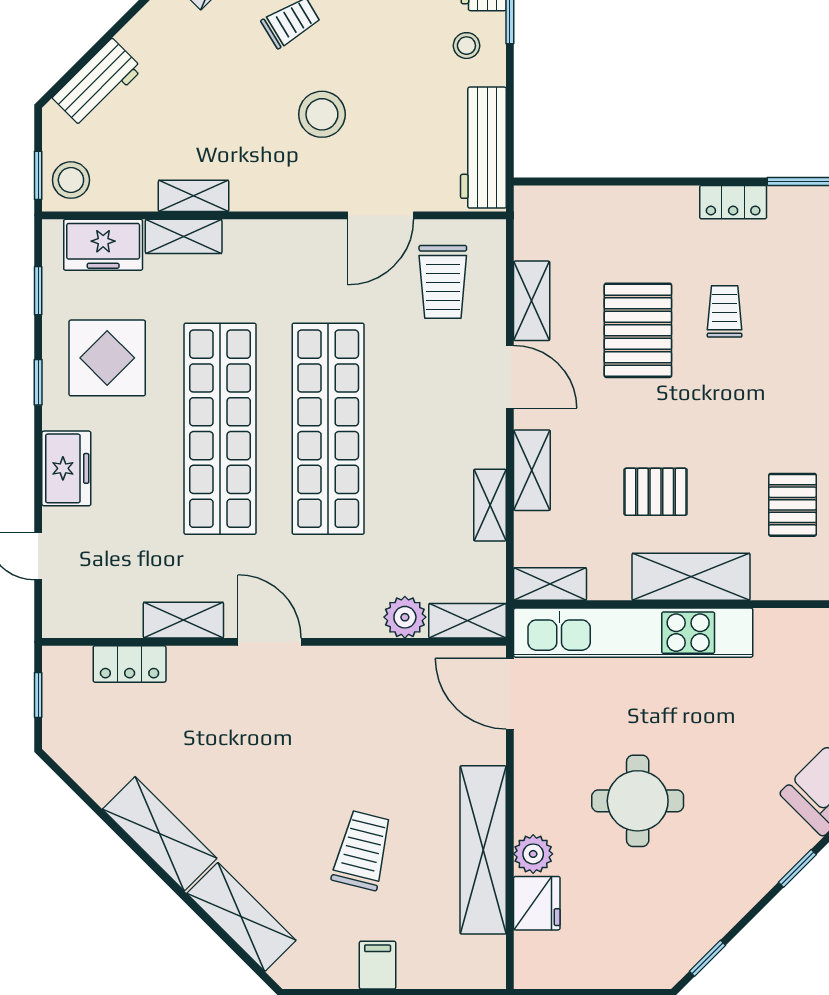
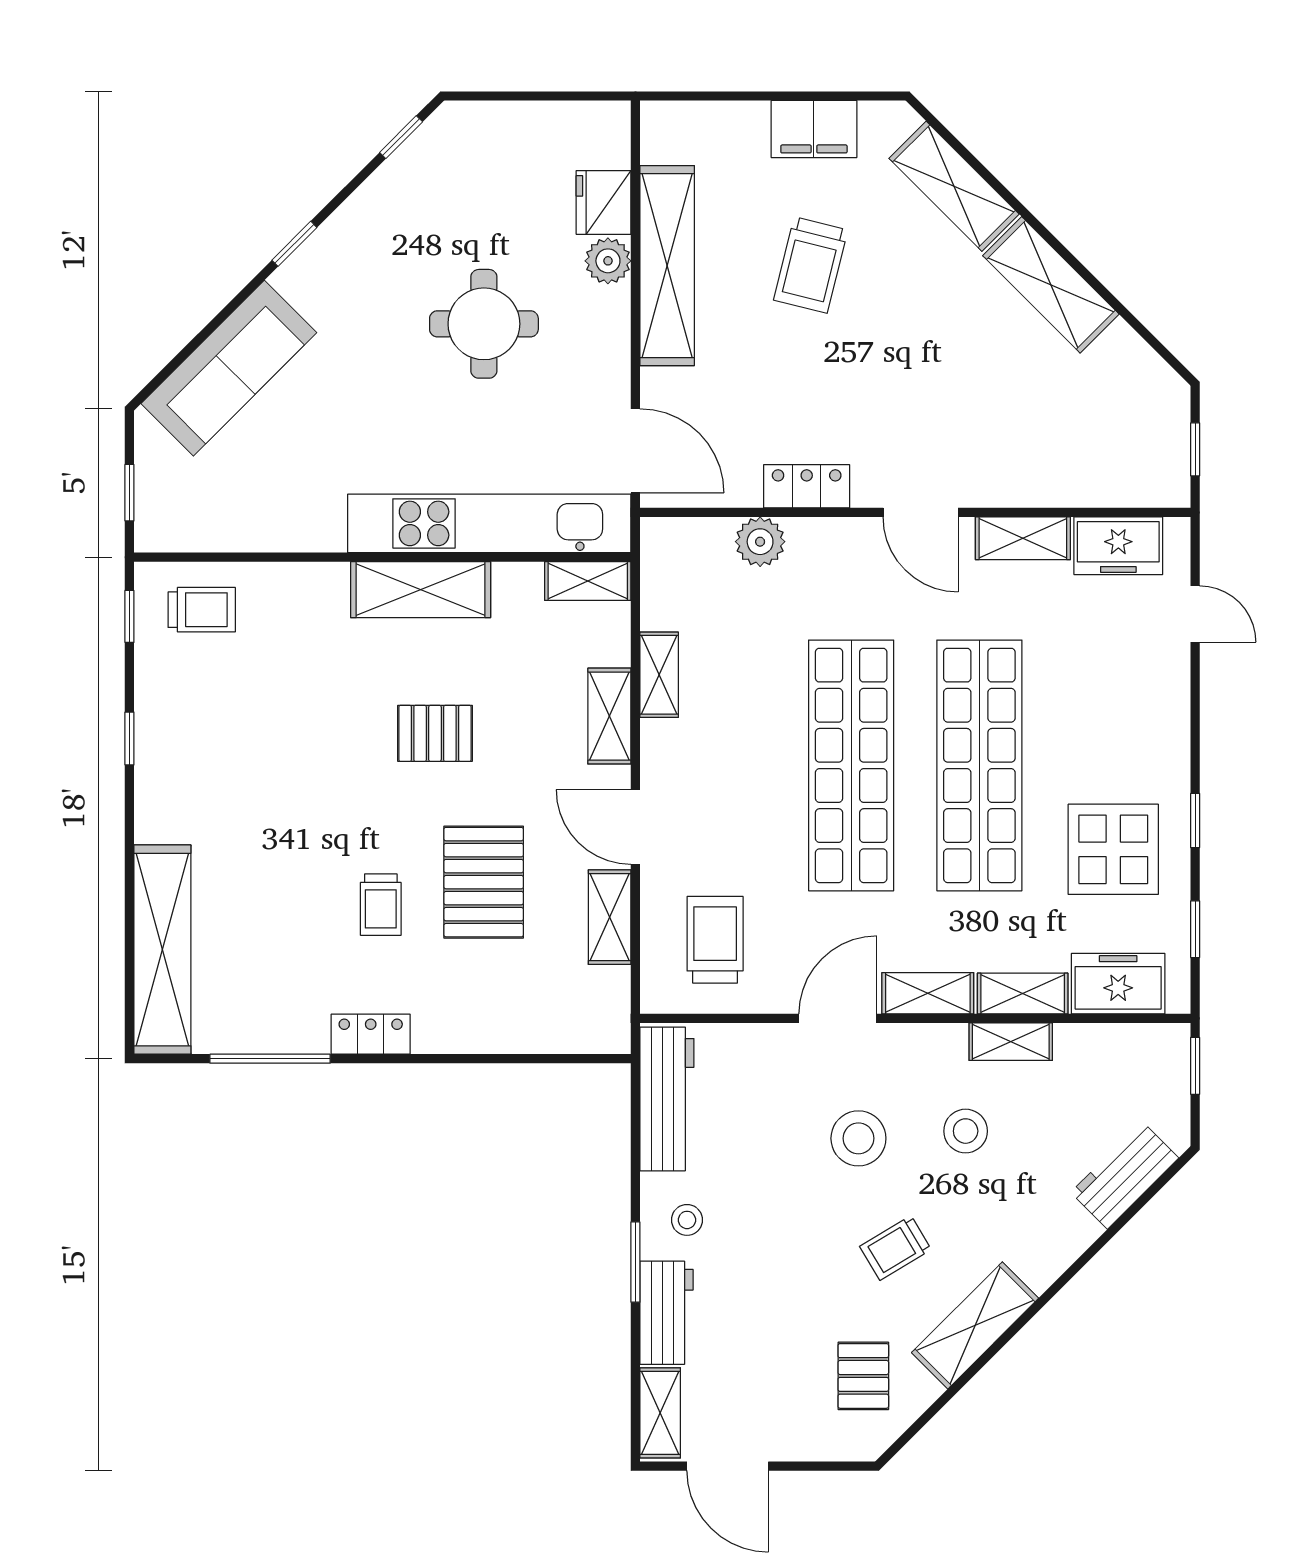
stool: (71, 180) -> (966, 1131), moved
door: (381, 215) -> (838, 1018), moved
freezer: (66, 468) -> (1118, 546), moved, turned -90
pallet: (656, 492) -> (435, 733), moved
pallet: (793, 505) -> (300, 675), removed
shelving: (468, 621) -> (928, 993), moved
locker: (130, 664) -> (807, 486), moved
filing cabinet: (378, 965) -> (814, 129), width x2.00

